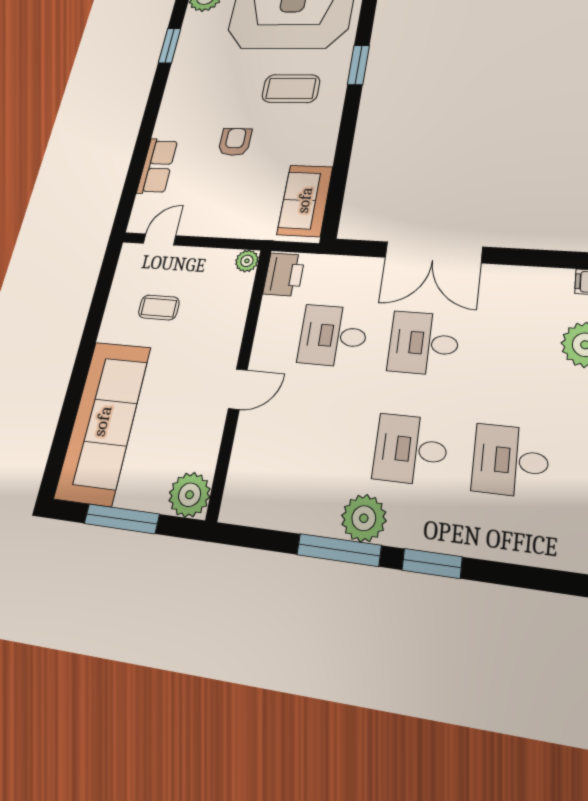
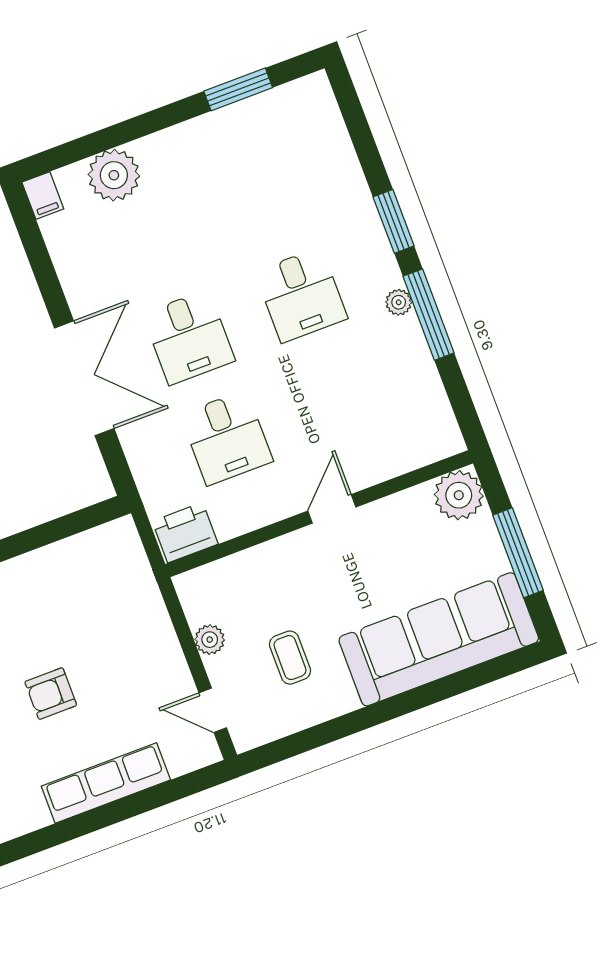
row of seats: (157, 166) -> (106, 783), width x1.48
sofa: (305, 200) -> (88, 560), removed
plant: (247, 261) -> (210, 640), moved
door: (238, 389) -> (332, 509), hinge flipped
desk: (510, 461) -> (263, 194), removed
plant: (364, 518) -> (399, 302), width x0.53, depth x0.53

